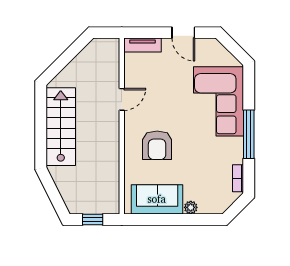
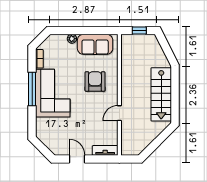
corner sofa: (219, 101) -> (53, 93), moved

